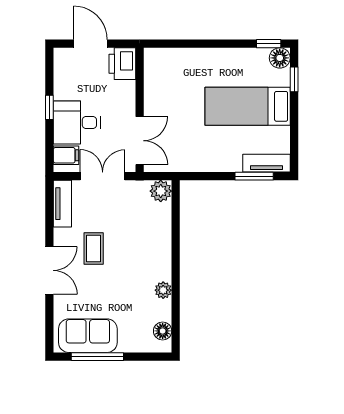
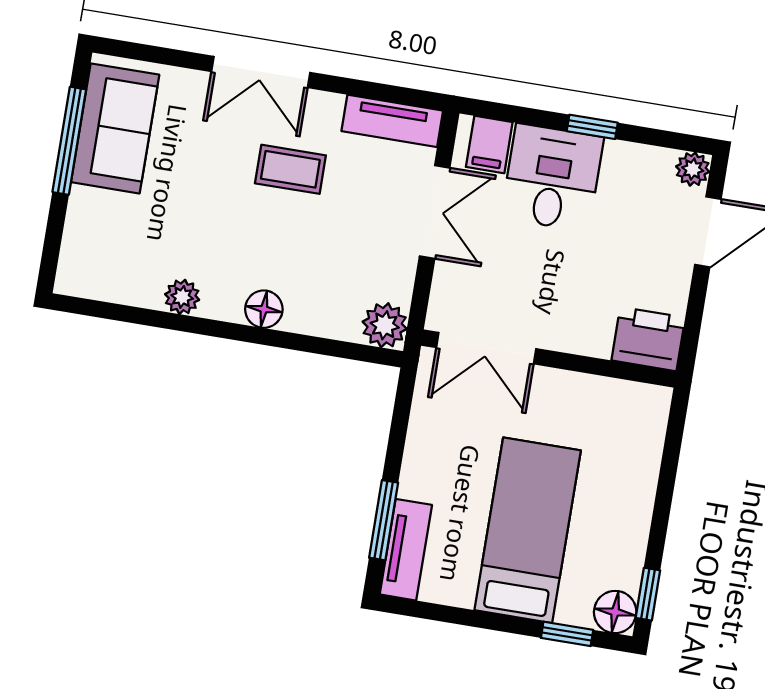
plant: (62, 56) -> (693, 169), added
printer: (122, 64) -> (648, 339), moved
wall: (140, 110) -> (549, 358), moved
double door: (140, 141) -> (486, 348), moved
floor lamp: (163, 331) -> (264, 309), moved

